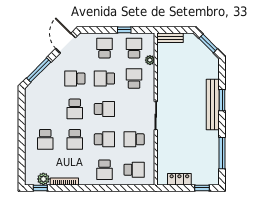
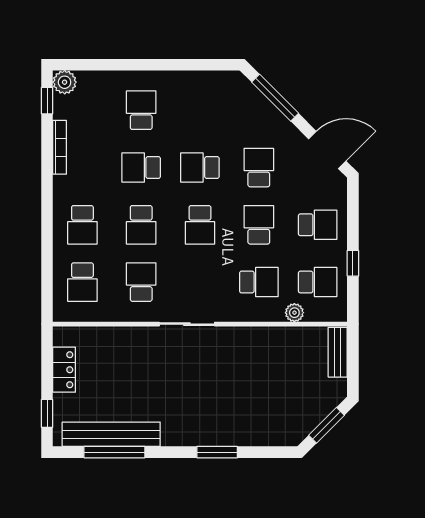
bench: (213, 104) -> (111, 434), moved
school desk: (45, 139) -> (141, 110), turned 90
school desk: (104, 170) -> (82, 225), turned -90
plant: (43, 179) -> (65, 82), moved

